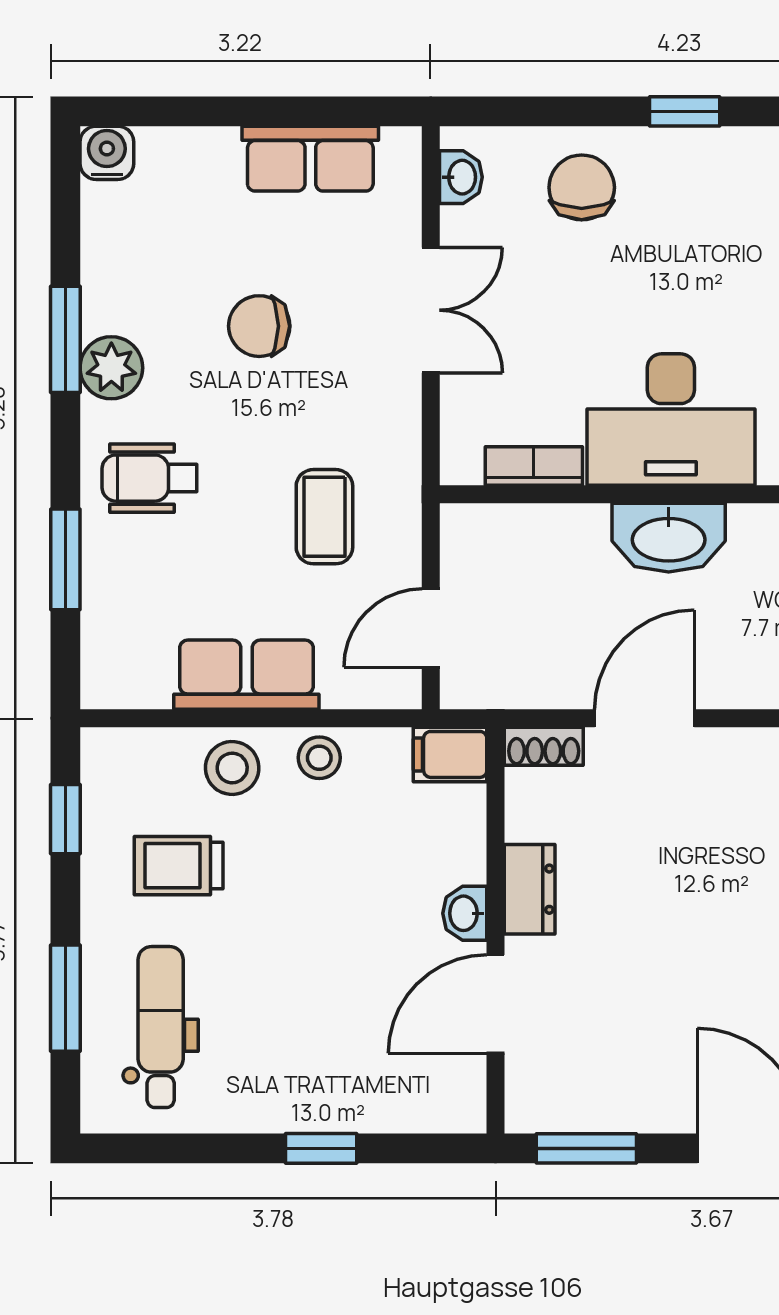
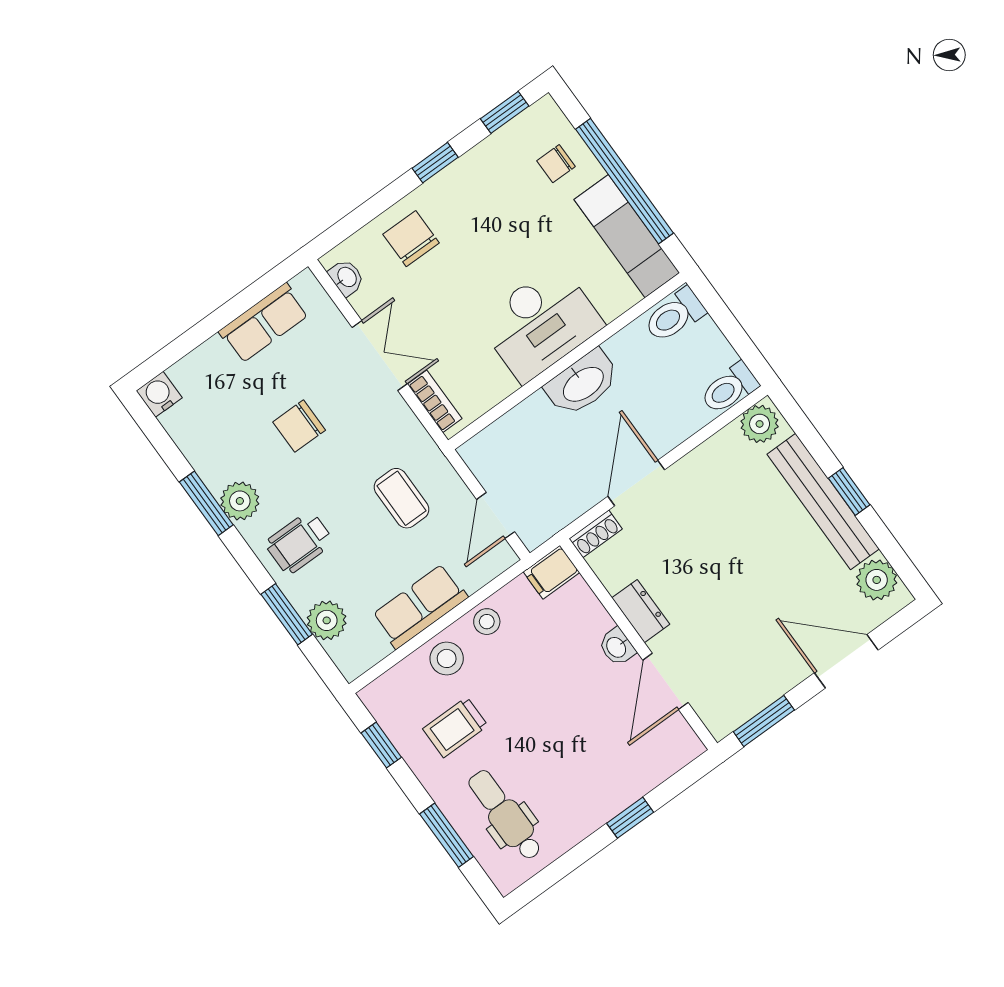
bookcase: (534, 466) -> (435, 401), moved, turned 90
plant: (112, 605) -> (327, 620), added

